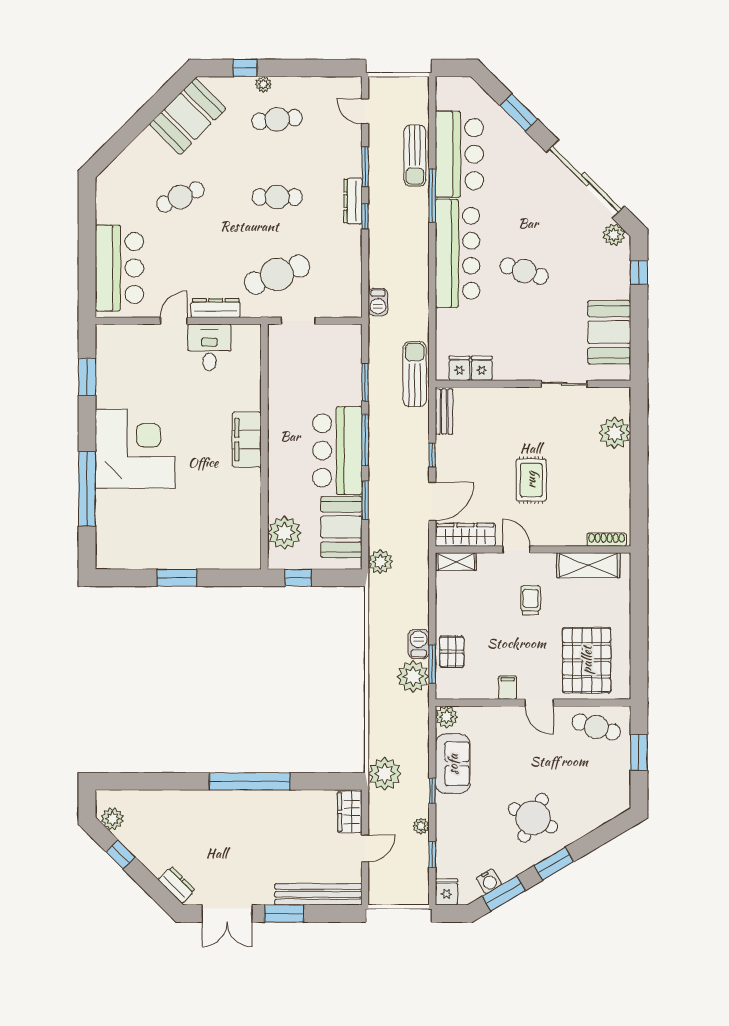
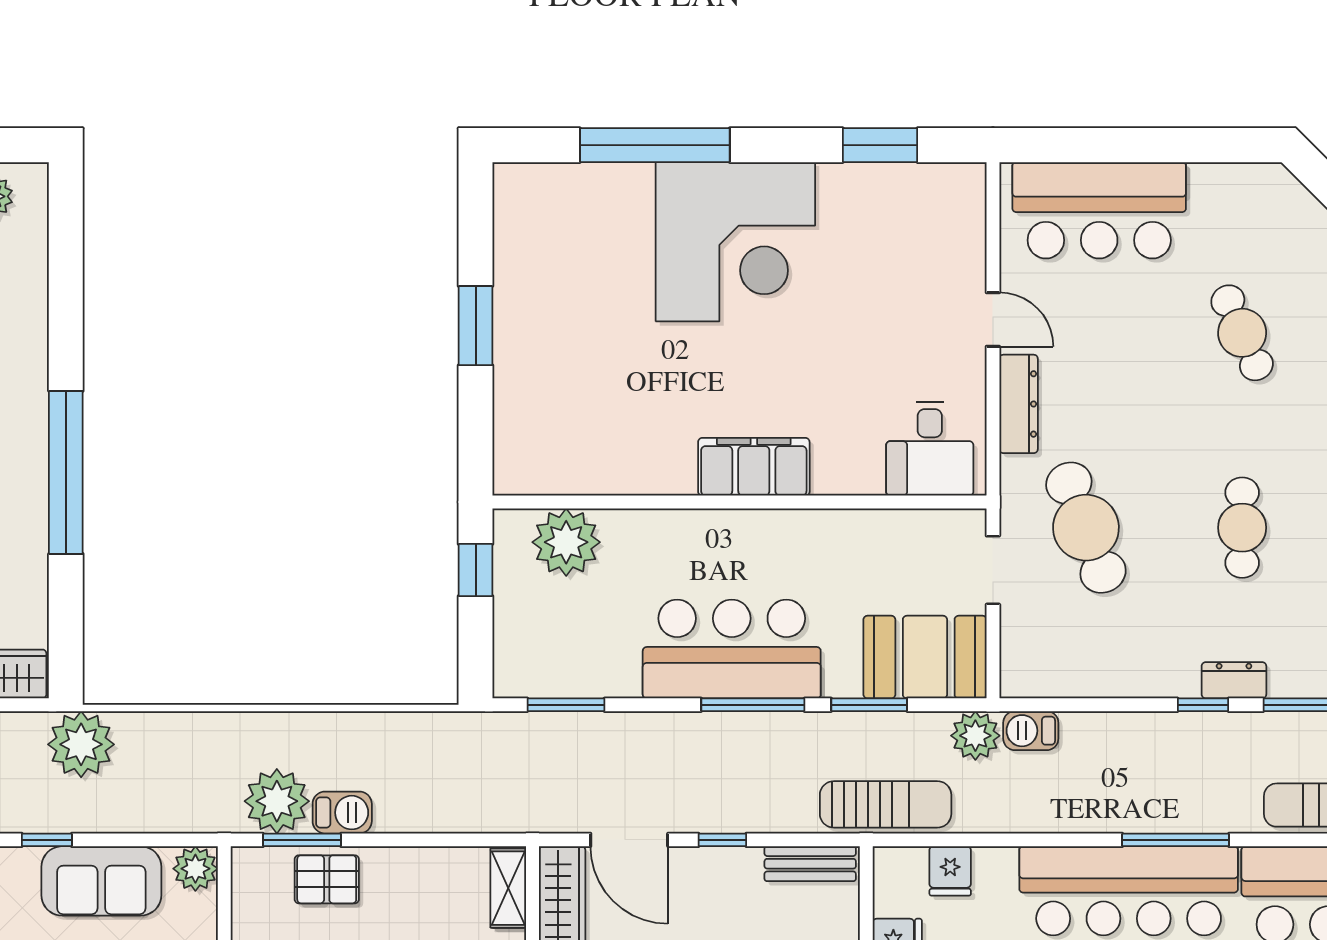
window: (432, 196) -> (1176, 840), moved
dresser: (353, 201) -> (1234, 680), width x0.70
desk: (209, 347) -> (930, 449), moved, turned 90
fridge: (459, 368) -> (950, 871), moved, turned 90
window: (365, 500) -> (566, 705), moved
booth: (341, 527) -> (925, 657), moved
plant: (380, 562) -> (975, 736), moved

